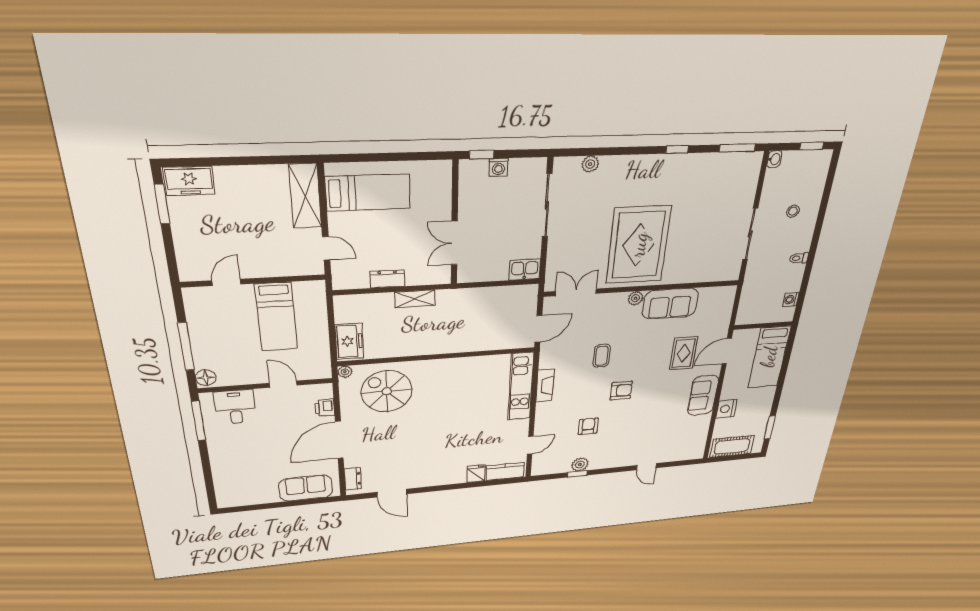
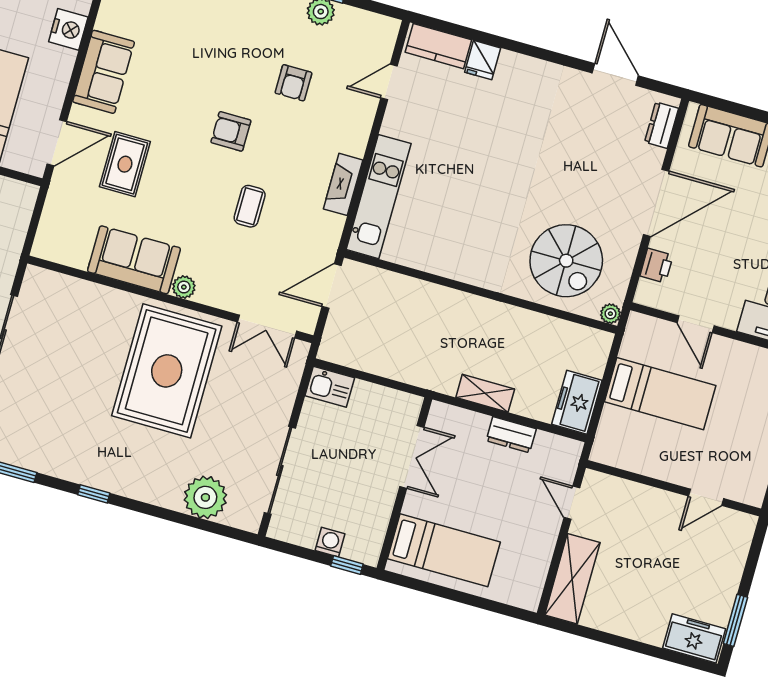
plant: (590, 164) -> (205, 497), width x1.88, depth x1.88
bed: (368, 193) -> (444, 550), moved, turned 180
bed: (276, 317) -> (660, 394), moved, turned 90
freezer: (349, 341) -> (577, 402), moved

